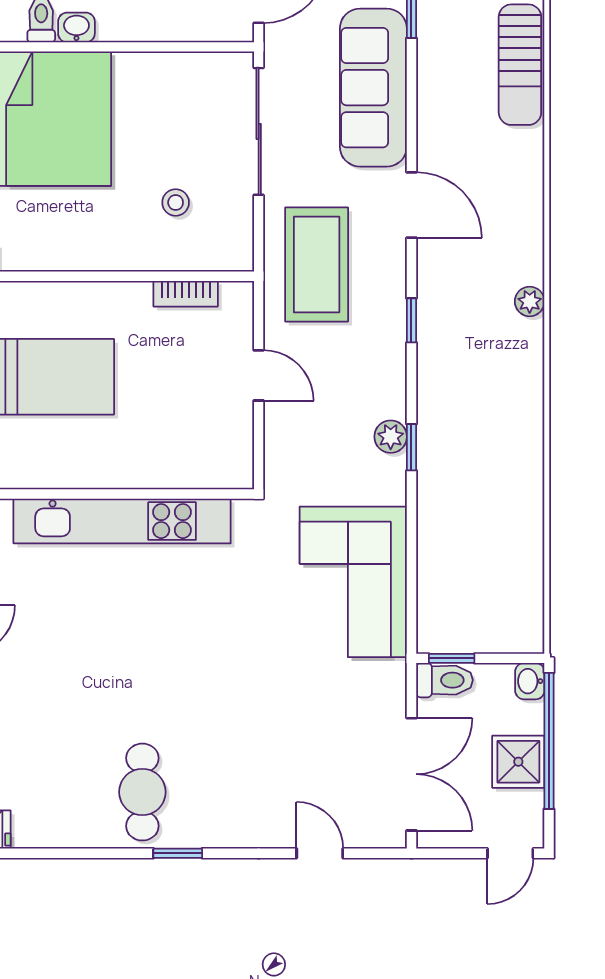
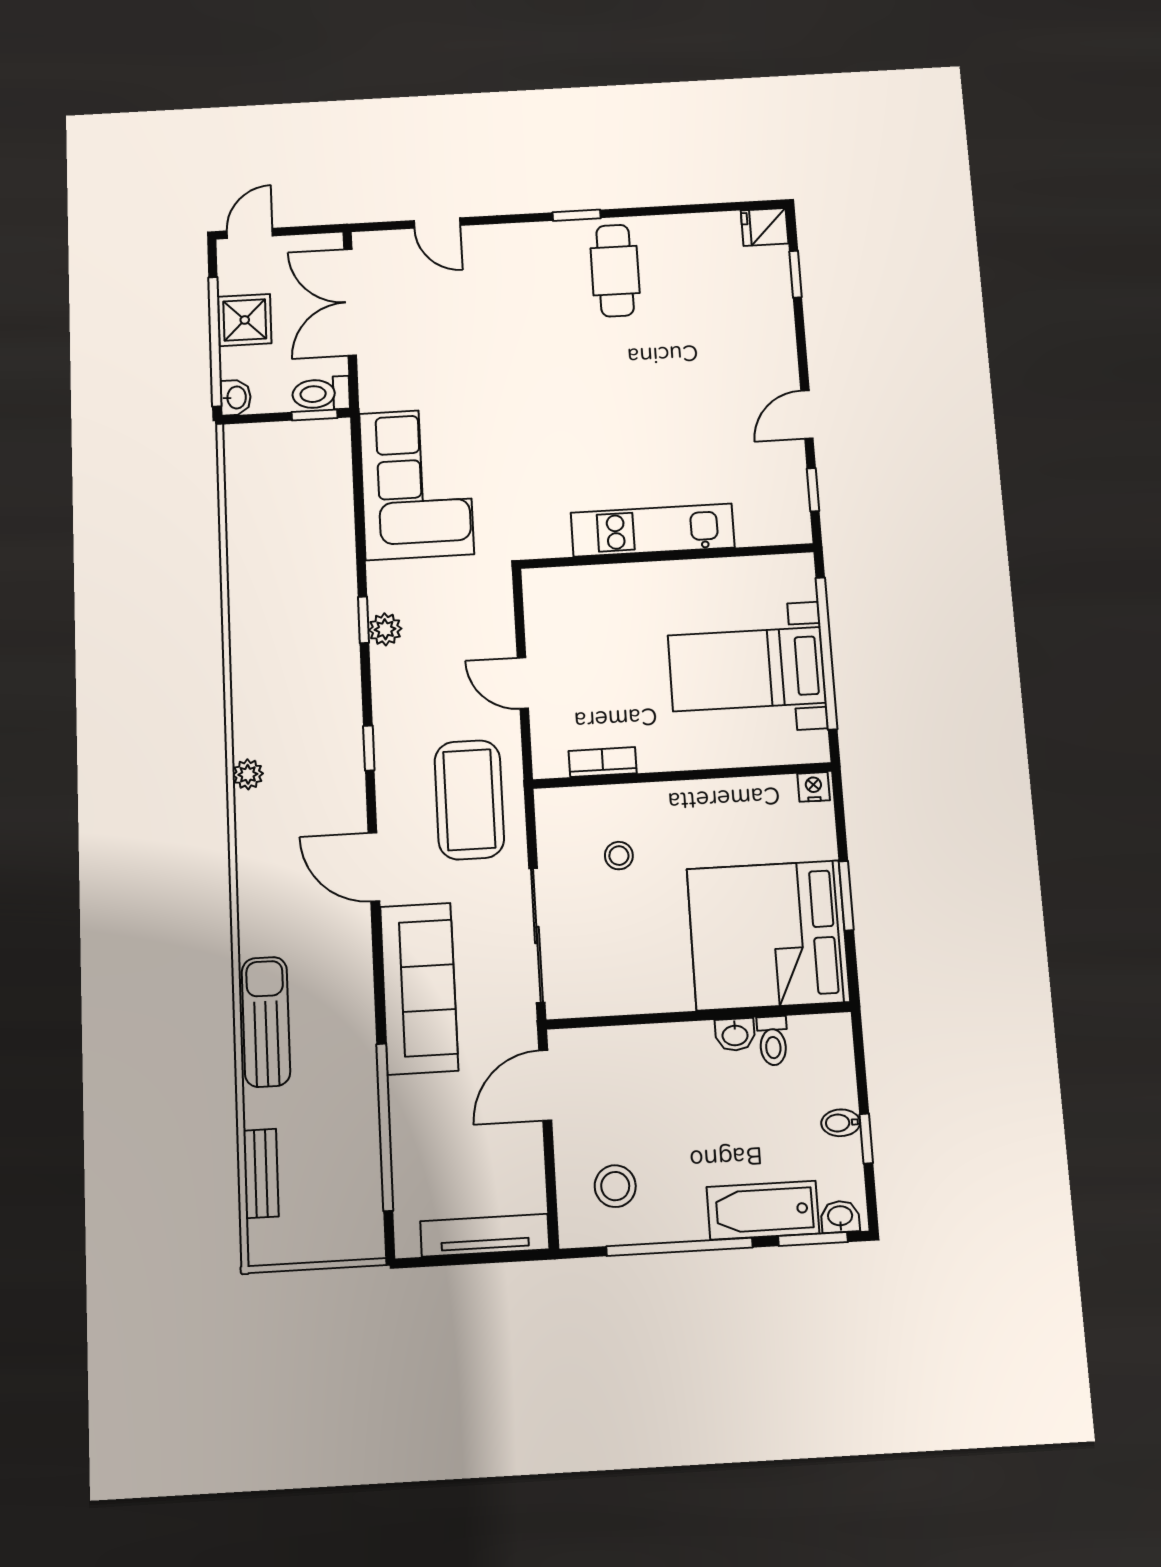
kitchen unit: (122, 521) -> (653, 530), width x0.73

